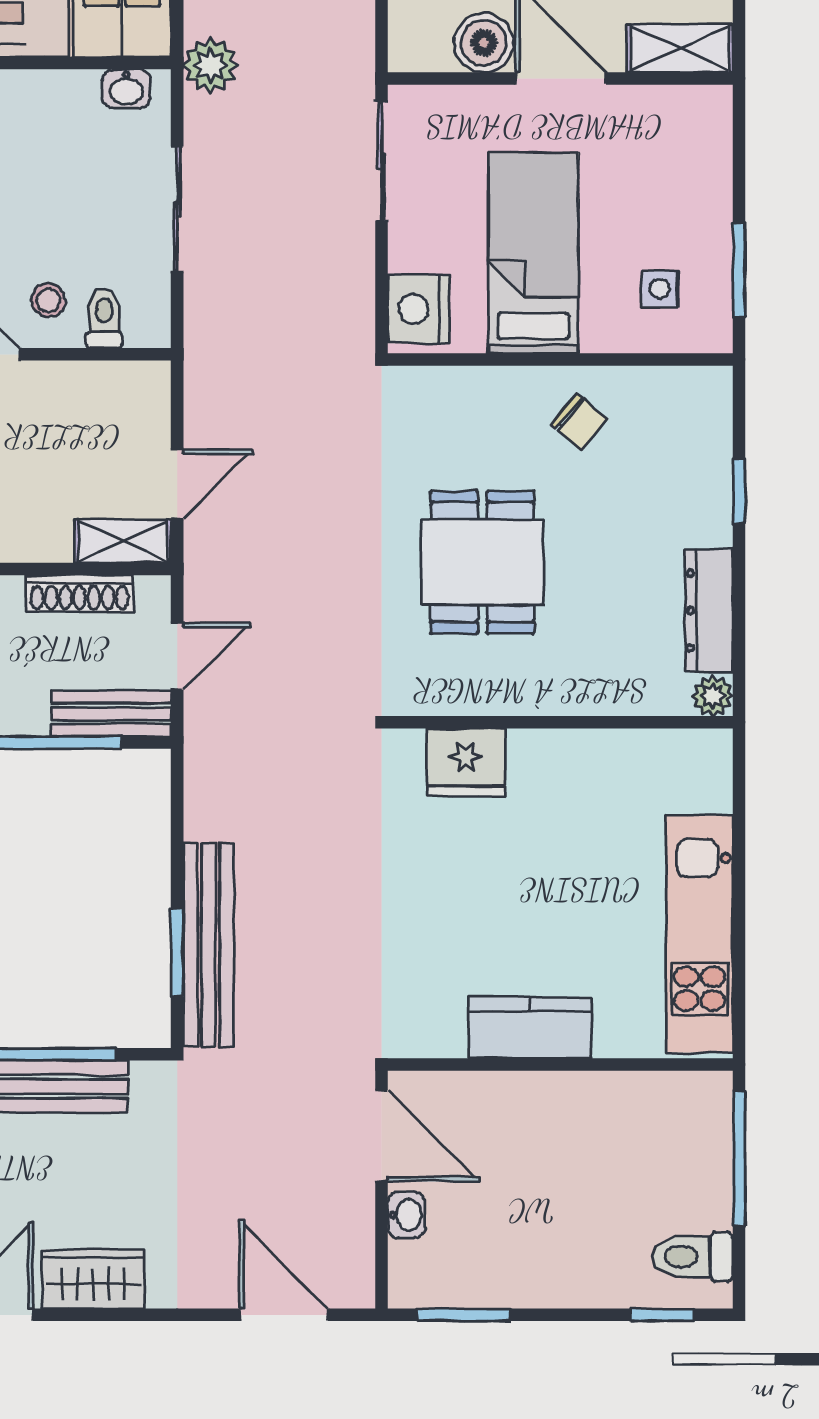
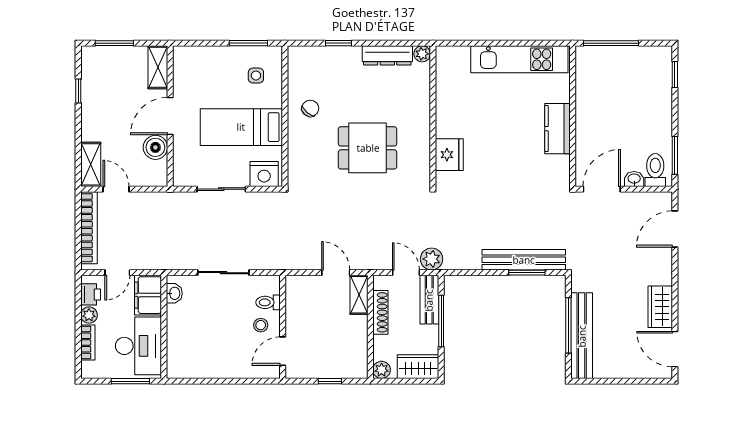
plant: (210, 65) -> (432, 259), moved
sliding door: (381, 161) -> (221, 189), moved
toilet: (692, 1257) -> (655, 170), moved, turned 180

